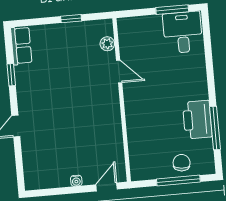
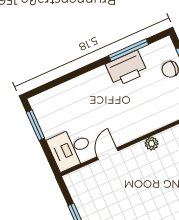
desk: (183, 32) -> (71, 149), moved
plant: (107, 44) -> (152, 144), moved

